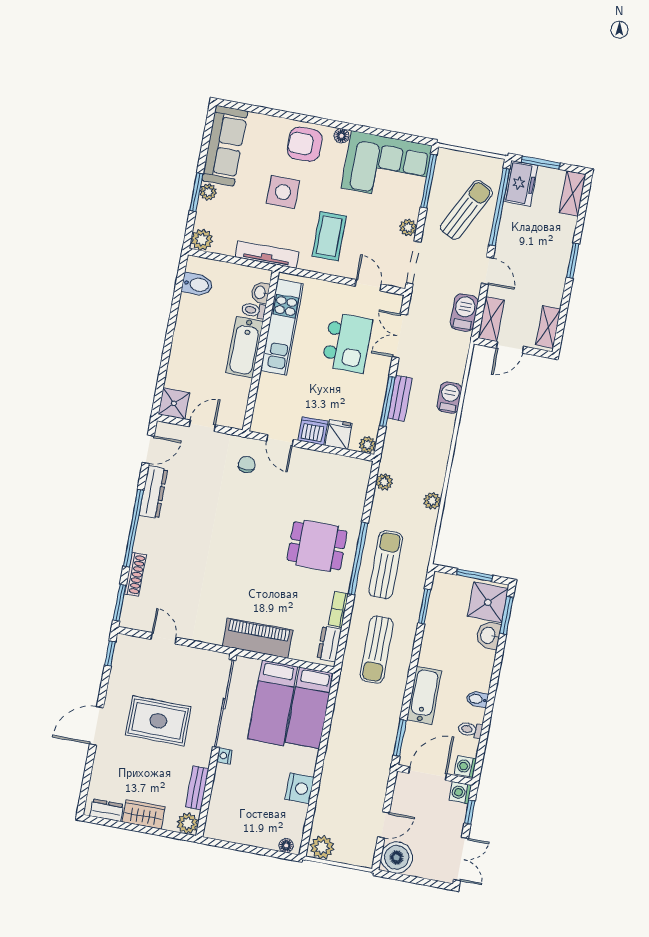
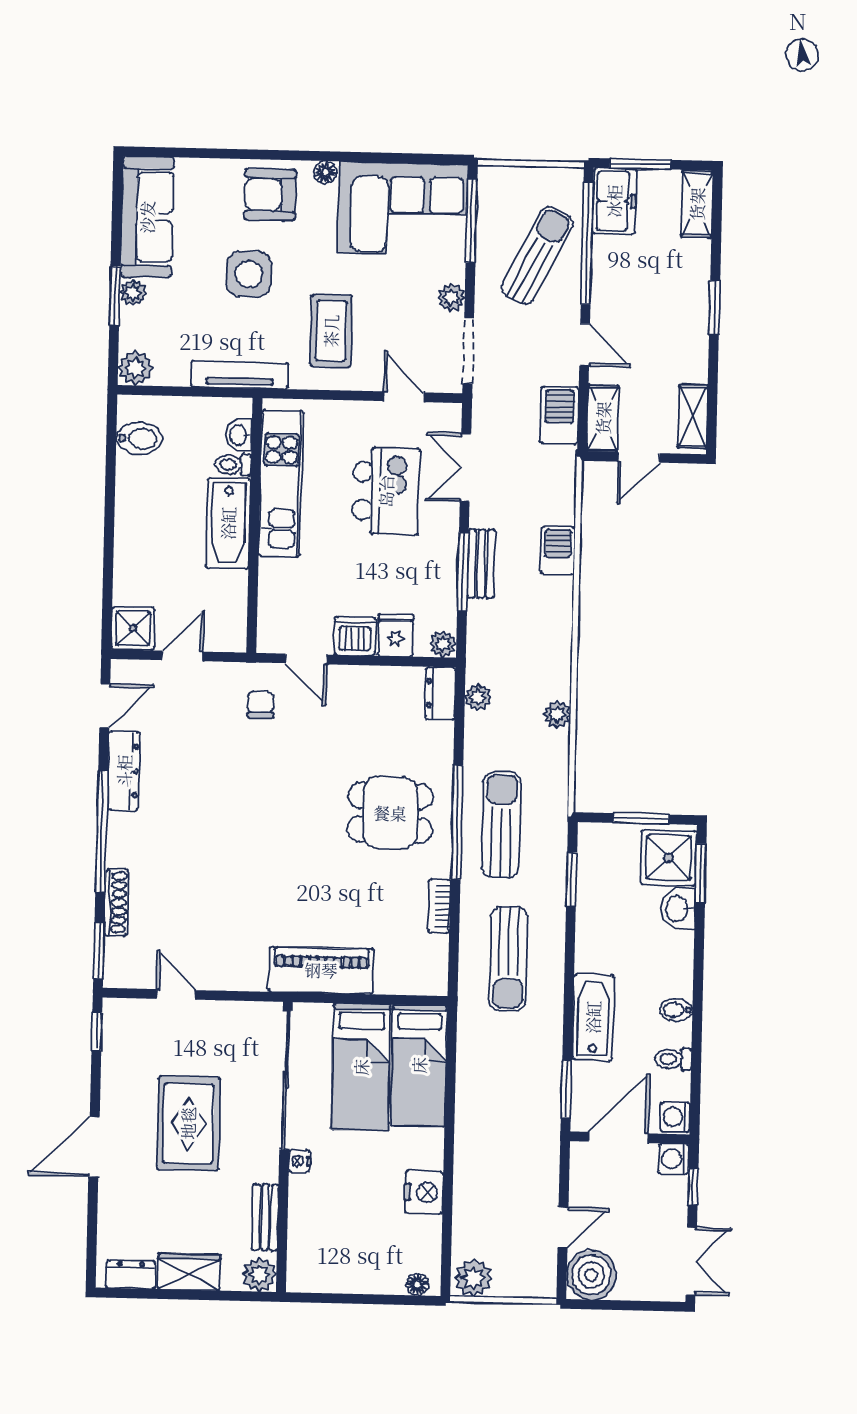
dresser: (329, 644) -> (440, 693), moved
rug: (158, 721) -> (188, 1123), turned 90

